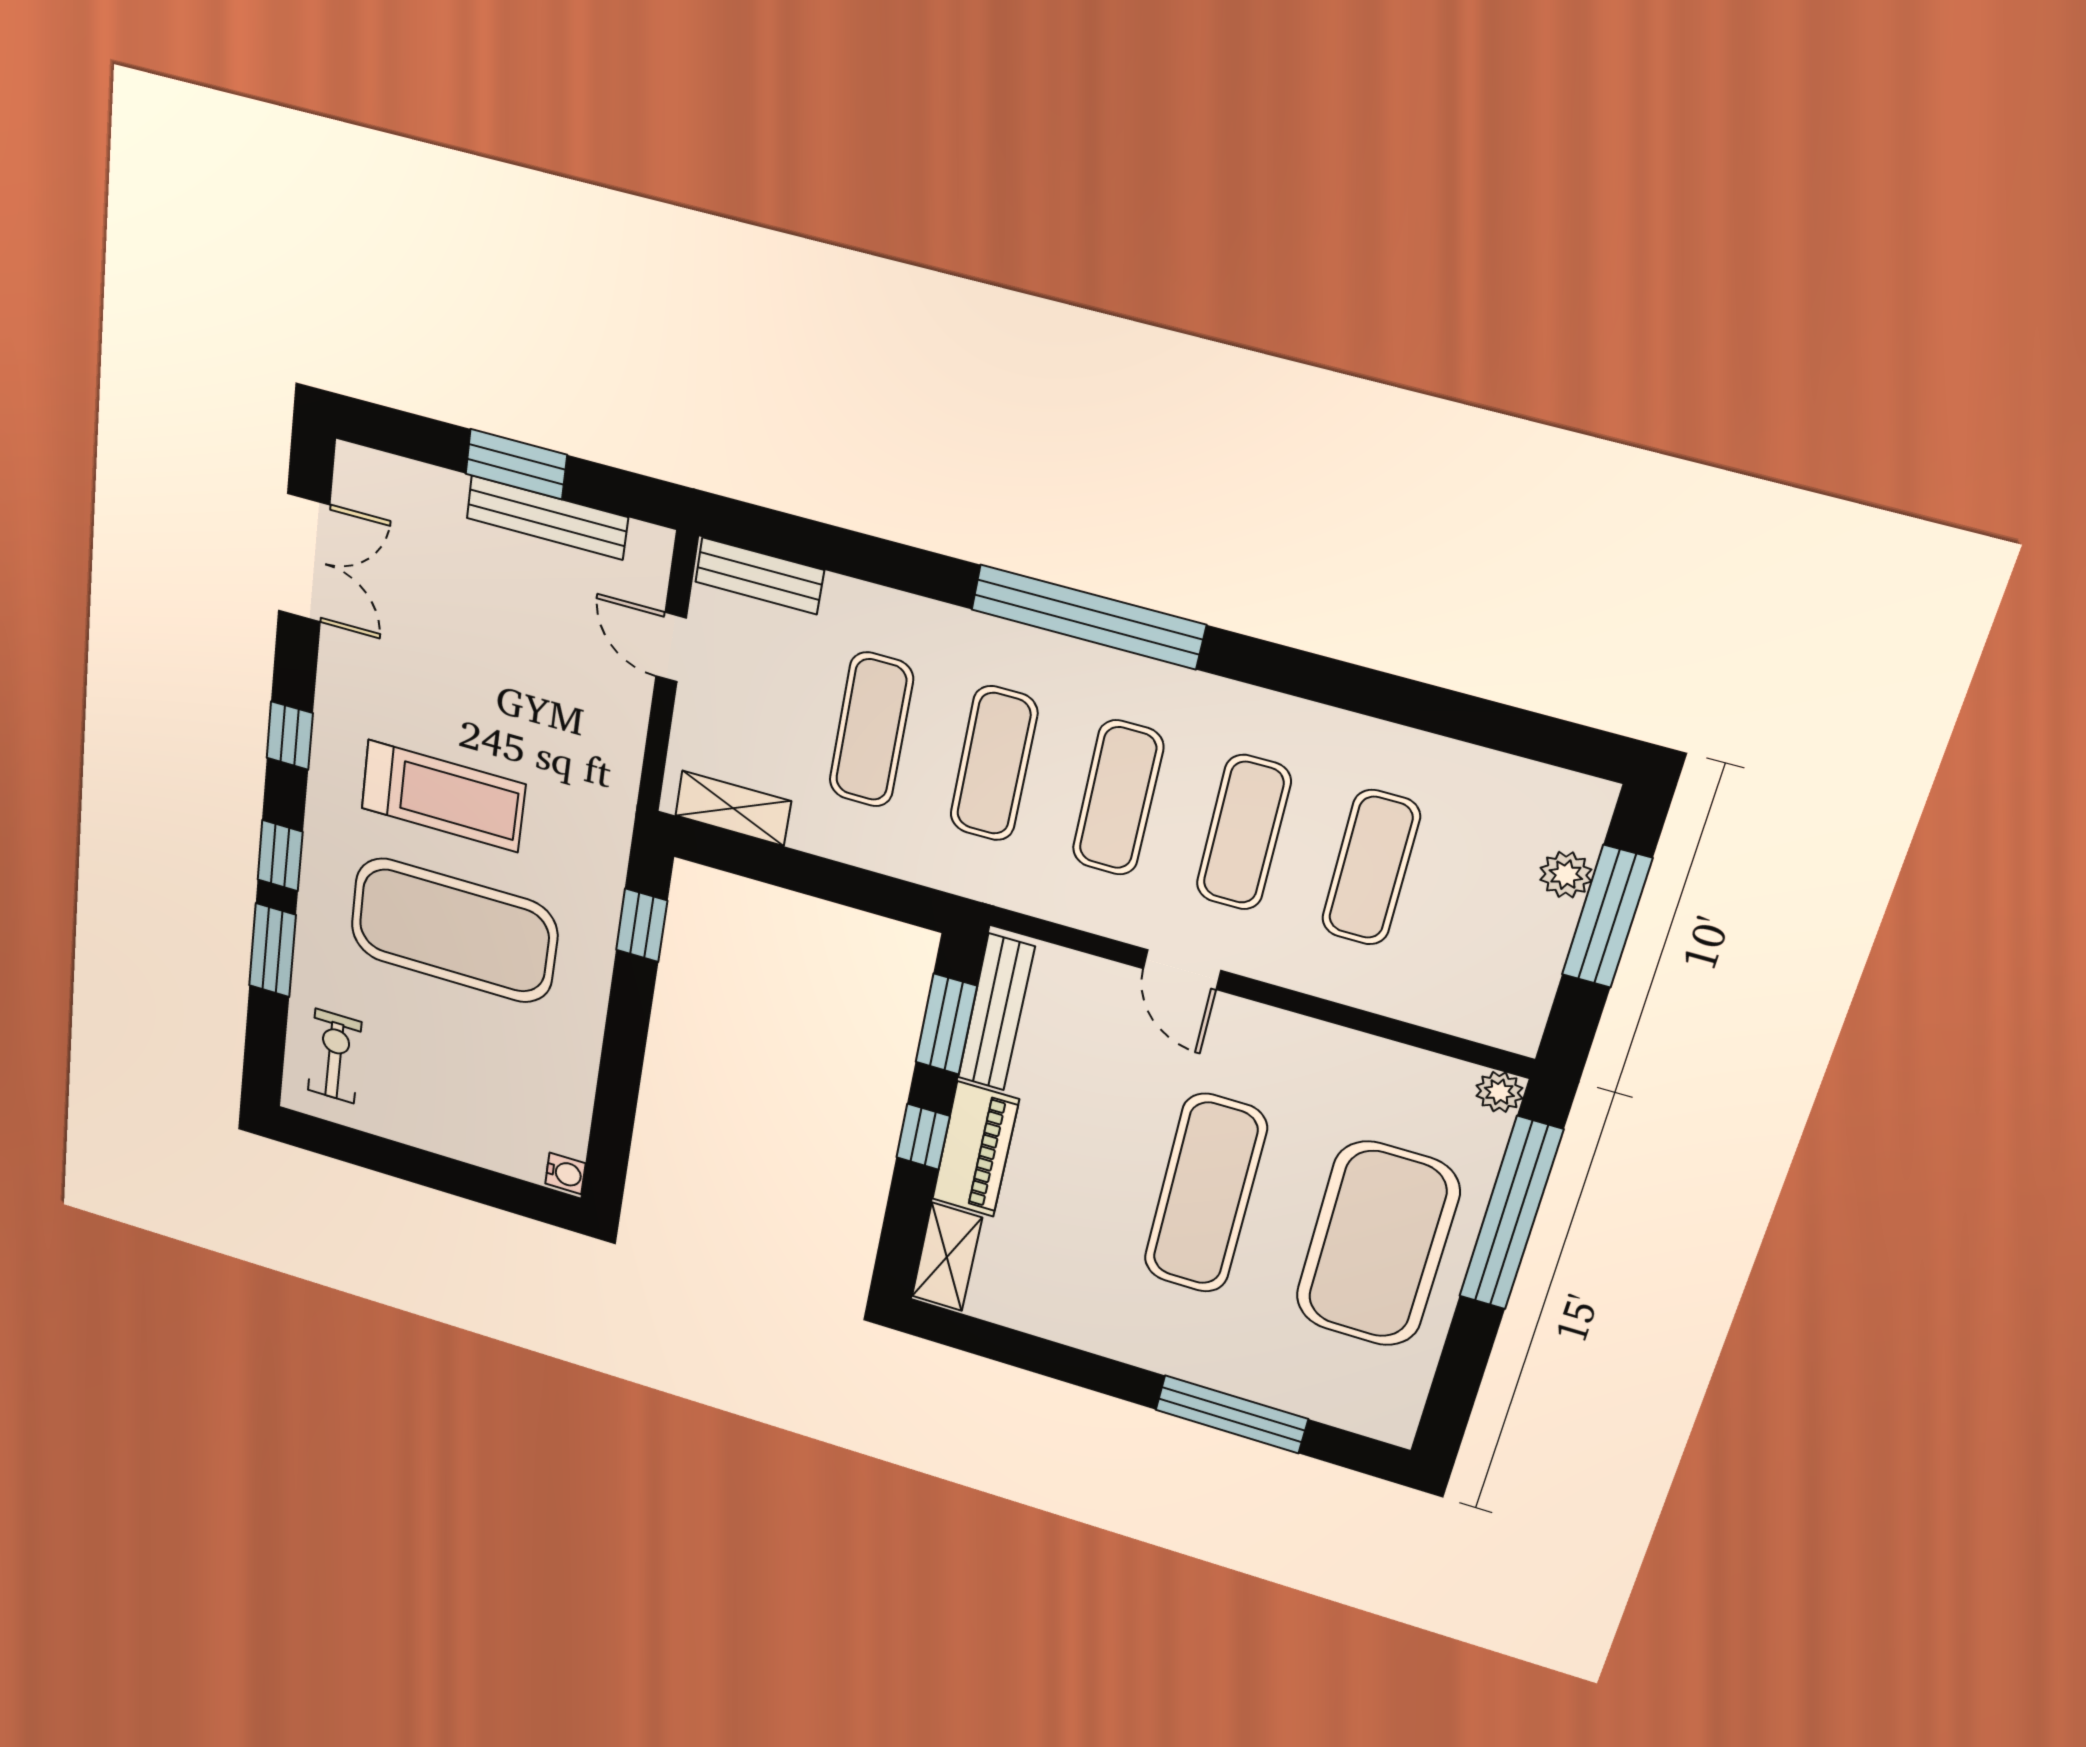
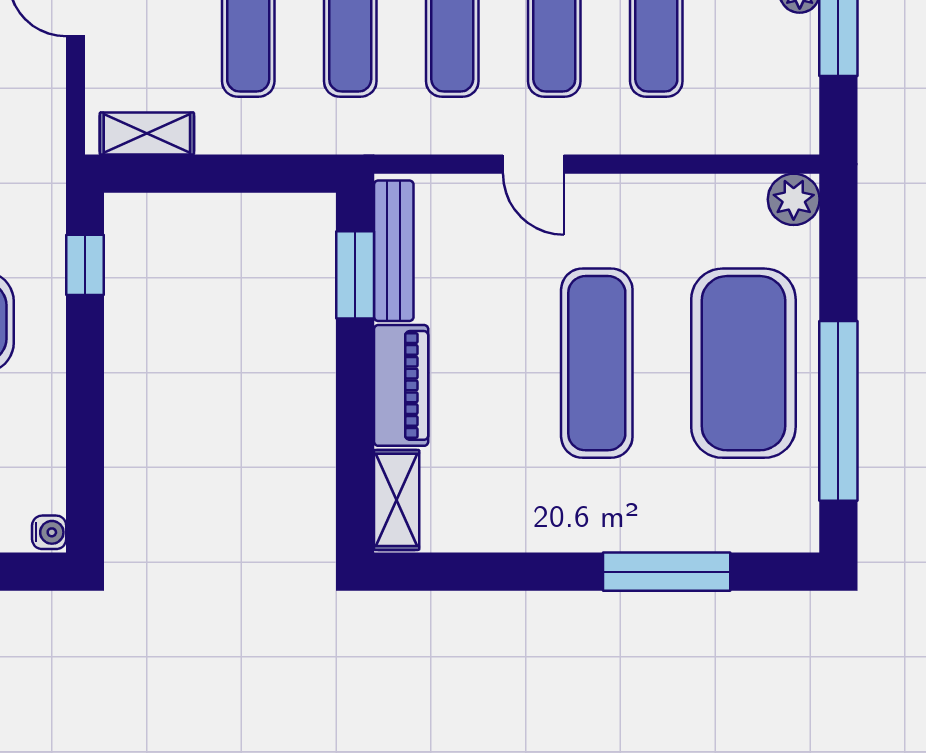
plant: (1499, 1092) -> (794, 199), width x1.38, depth x1.38
window: (923, 1137) -> (355, 388), removed
window: (1511, 1214) -> (838, 411), moved

